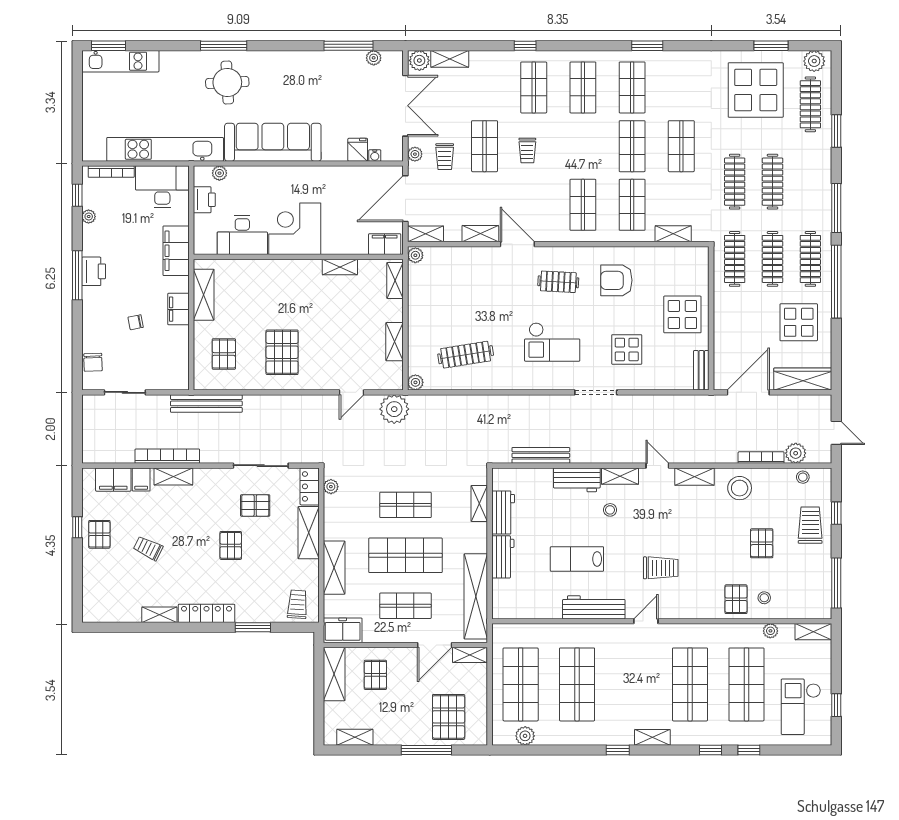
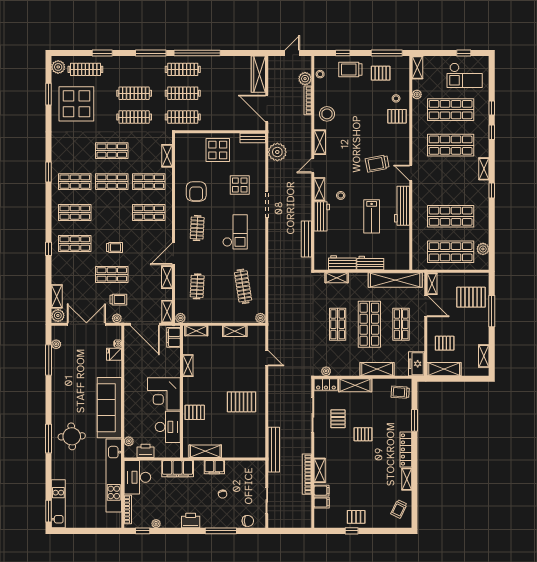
window: (77, 275) -> (221, 531), moved
clothes rail: (466, 282) -> (197, 286), added
display table: (799, 322) -> (223, 77), removed
pallet: (224, 354) -> (195, 412), moved
plant: (394, 409) -> (277, 152), moved
filing cabinet: (113, 480) -> (322, 503), width x0.50
pallet: (762, 543) -> (381, 73), moved
trolley: (148, 548) -> (399, 509), moved
trolley: (661, 568) -> (377, 164), turned -101

